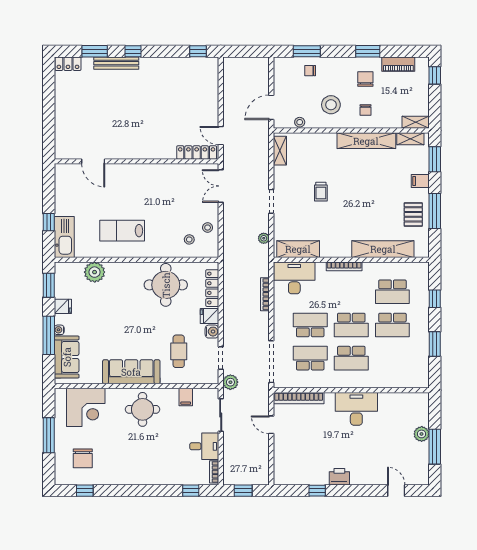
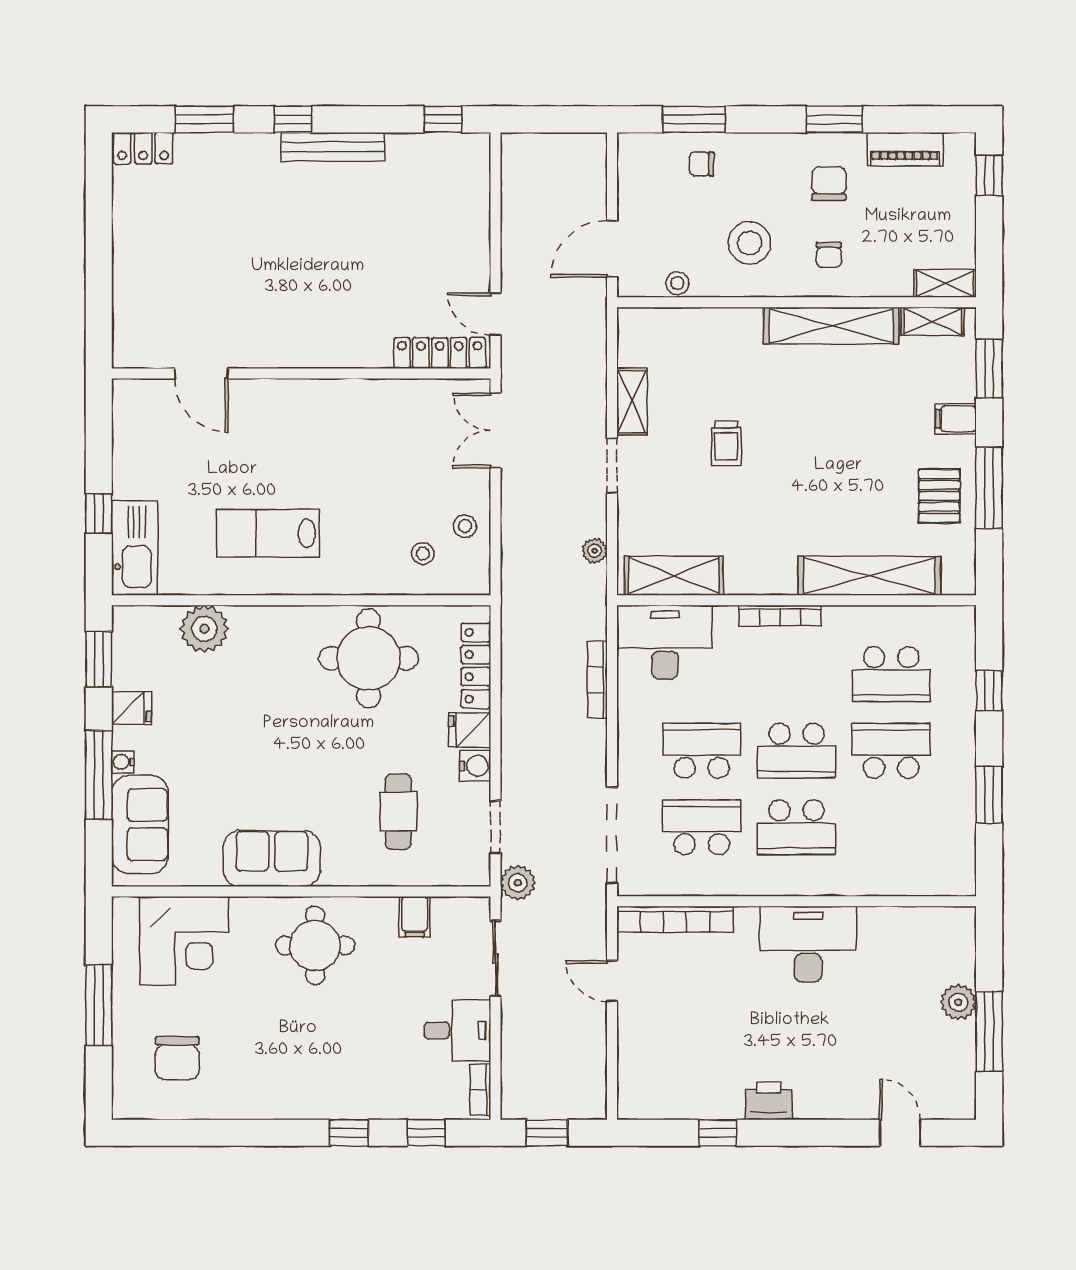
bench: (116, 63) -> (333, 147), moved
shelving: (280, 151) -> (632, 402), moved
school desk: (392, 325) -> (891, 751), turned 180
sofa: (131, 372) -> (272, 859), width x0.73
window: (85, 491) -> (349, 1133), moved

